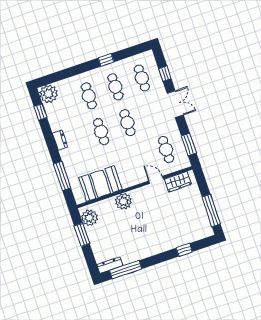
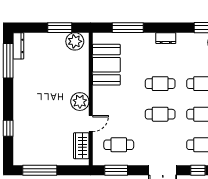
plant: (124, 201) -> (80, 102), moved

